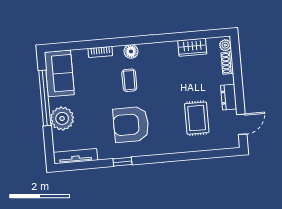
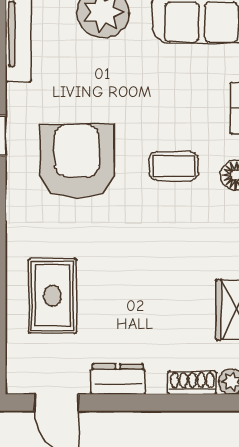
rug: (197, 118) -> (52, 296), moved, turned 90

